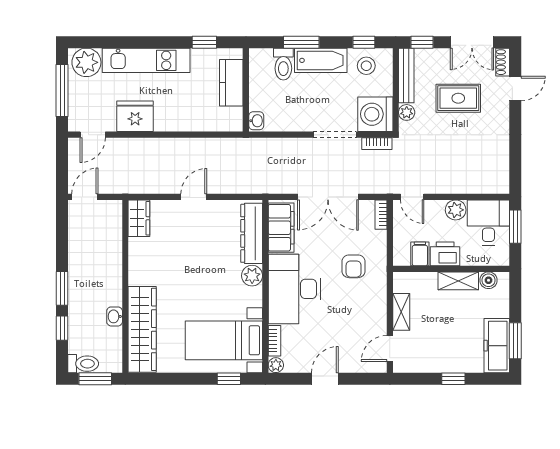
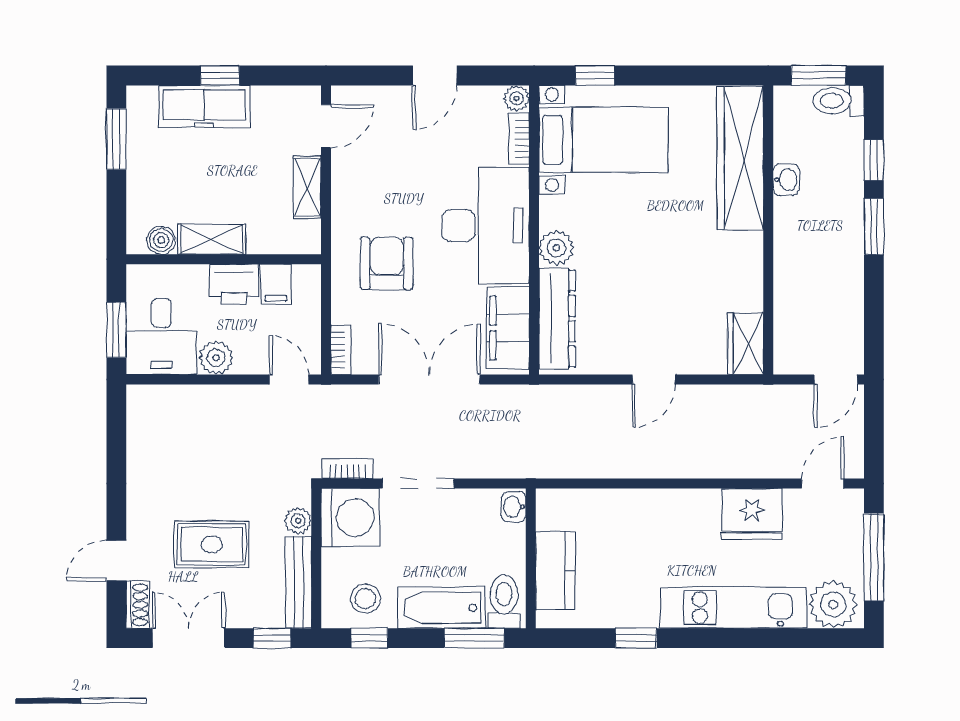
kitchen counter: (231, 83) -> (555, 570), moved
wall: (246, 90) -> (531, 558), moved
washbasin: (256, 121) -> (514, 507), moved
armchair: (354, 266) -> (387, 263), width x1.38, depth x1.38
freezer: (497, 346) -> (204, 106), moved, turned 90

